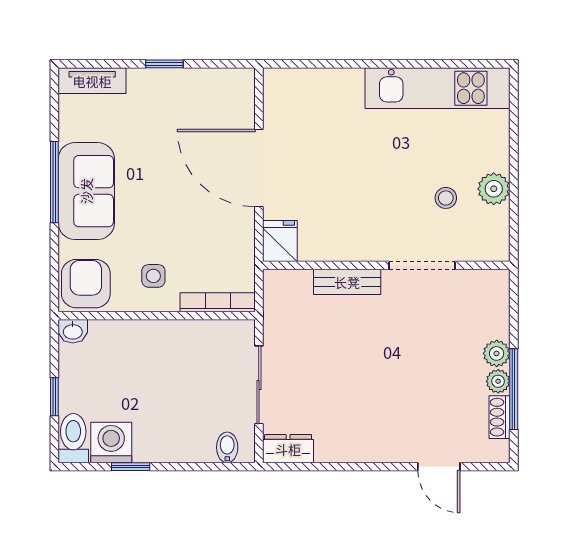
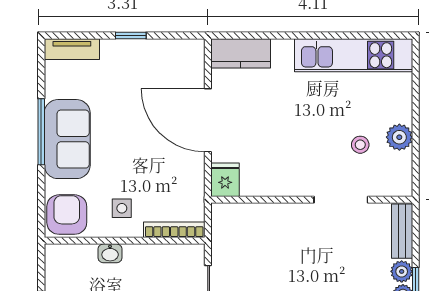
kitchen counter: (299, 86) -> (241, 53), added
bench: (347, 282) -> (402, 231), moved, turned 90
washbasin: (73, 331) -> (110, 253), moved

